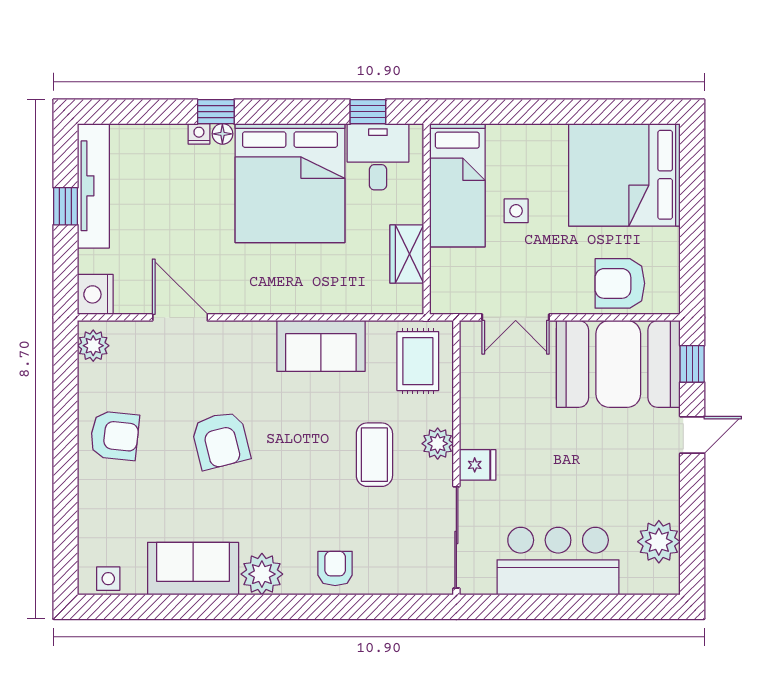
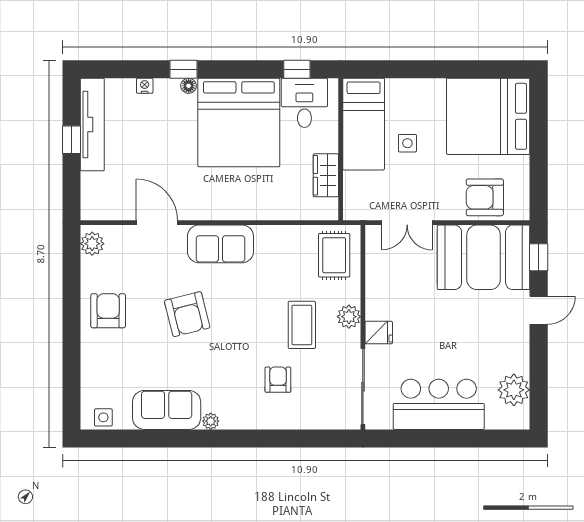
nightstand: (199, 134) -> (145, 86), moved
nightstand: (95, 294) -> (94, 205), removed
sofa: (321, 346) -> (220, 244), moved
armchair: (115, 436) -> (108, 311), turned -96
armchair: (335, 568) -> (278, 380), moved
plant: (262, 574) -> (211, 421), width x0.53, depth x0.53

